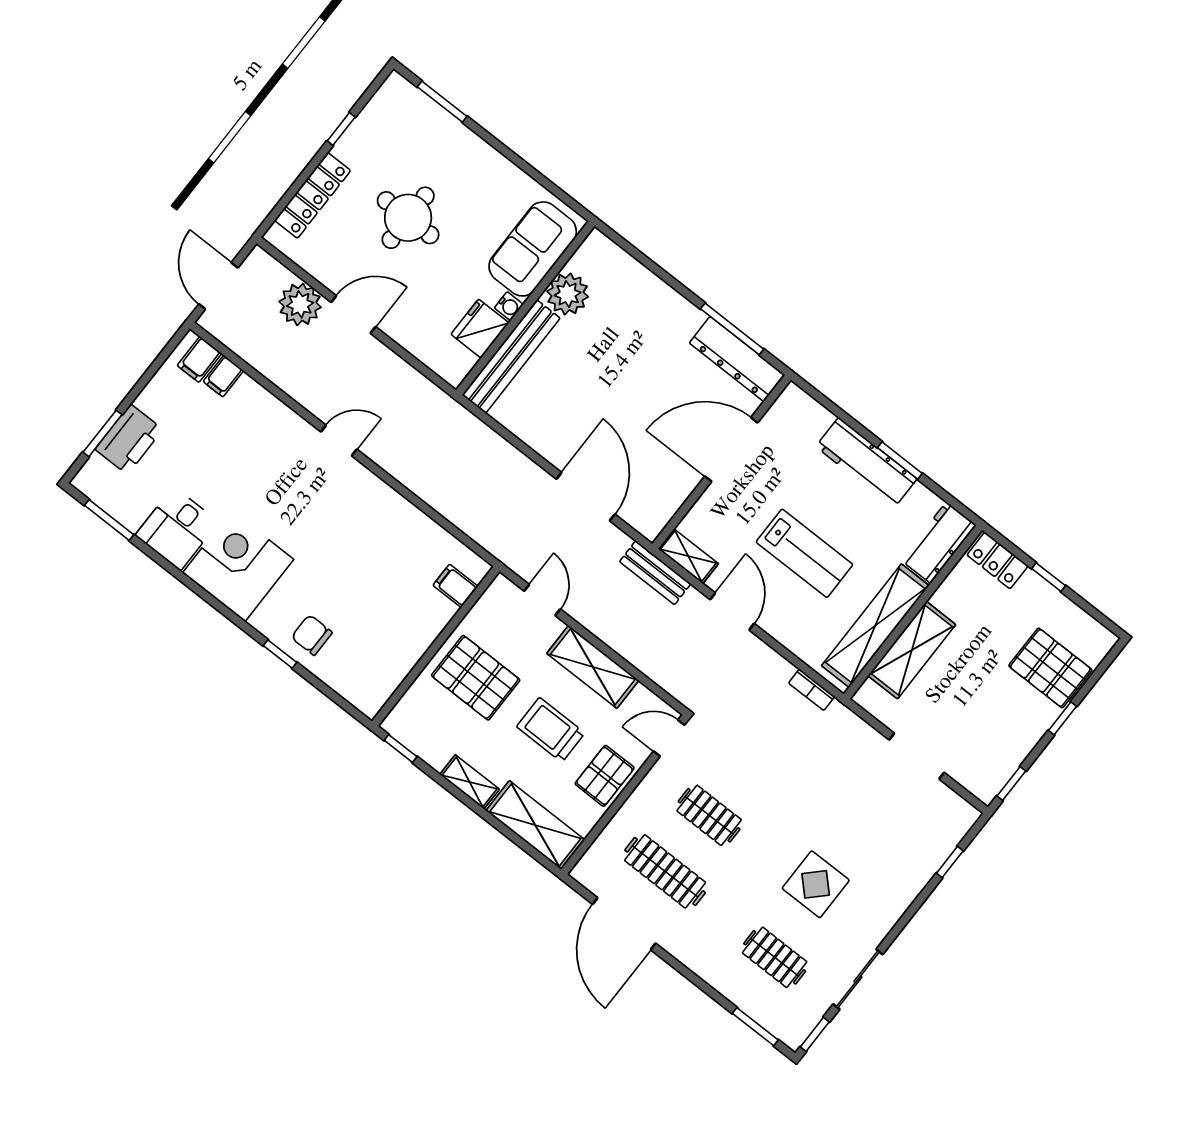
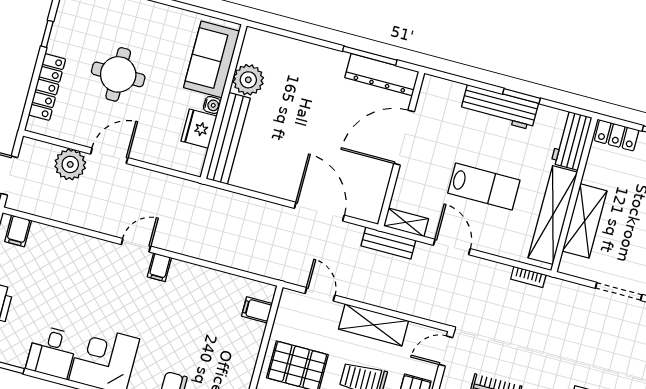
filing cabinet: (223, 376) -> (159, 267), moved

